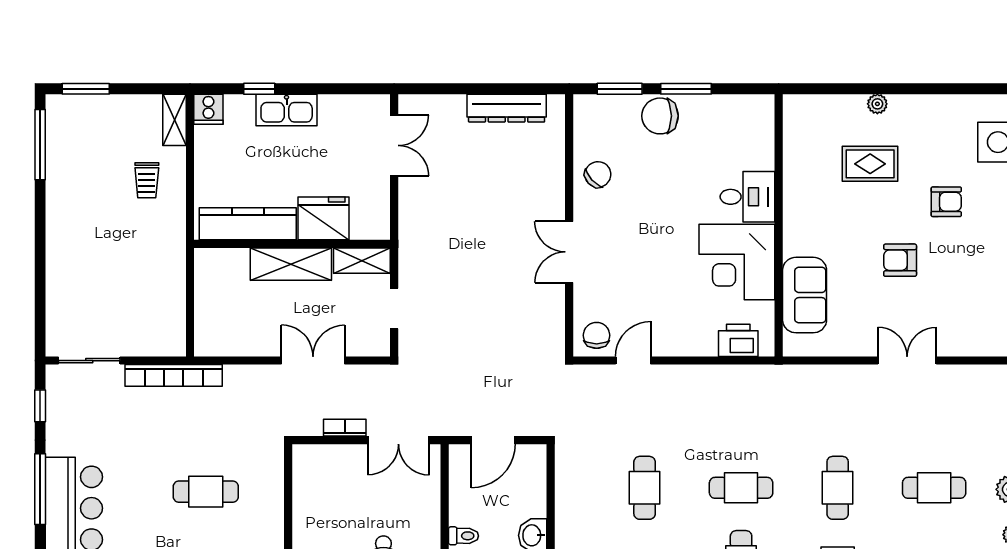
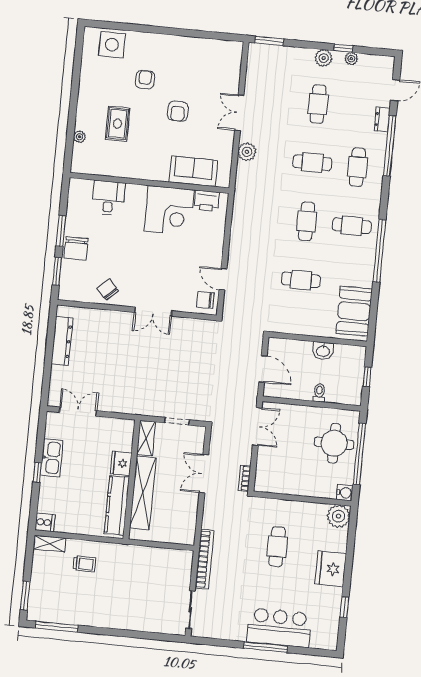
window: (259, 89) -> (37, 472), moved
plant: (877, 104) -> (79, 137), moved
kitchen sink: (287, 110) -> (52, 458), moved
desk: (747, 197) -> (108, 198), moved
fridge: (324, 218) -> (121, 463), width x0.73, depth x0.75
shelving: (291, 264) -> (143, 493), width x1.47
printer: (738, 340) -> (207, 201), moved, turned -90
plant: (845, 379) -> (247, 152), added
window: (40, 406) -> (215, 642), removed
bookcase: (345, 428) -> (245, 478), moved

